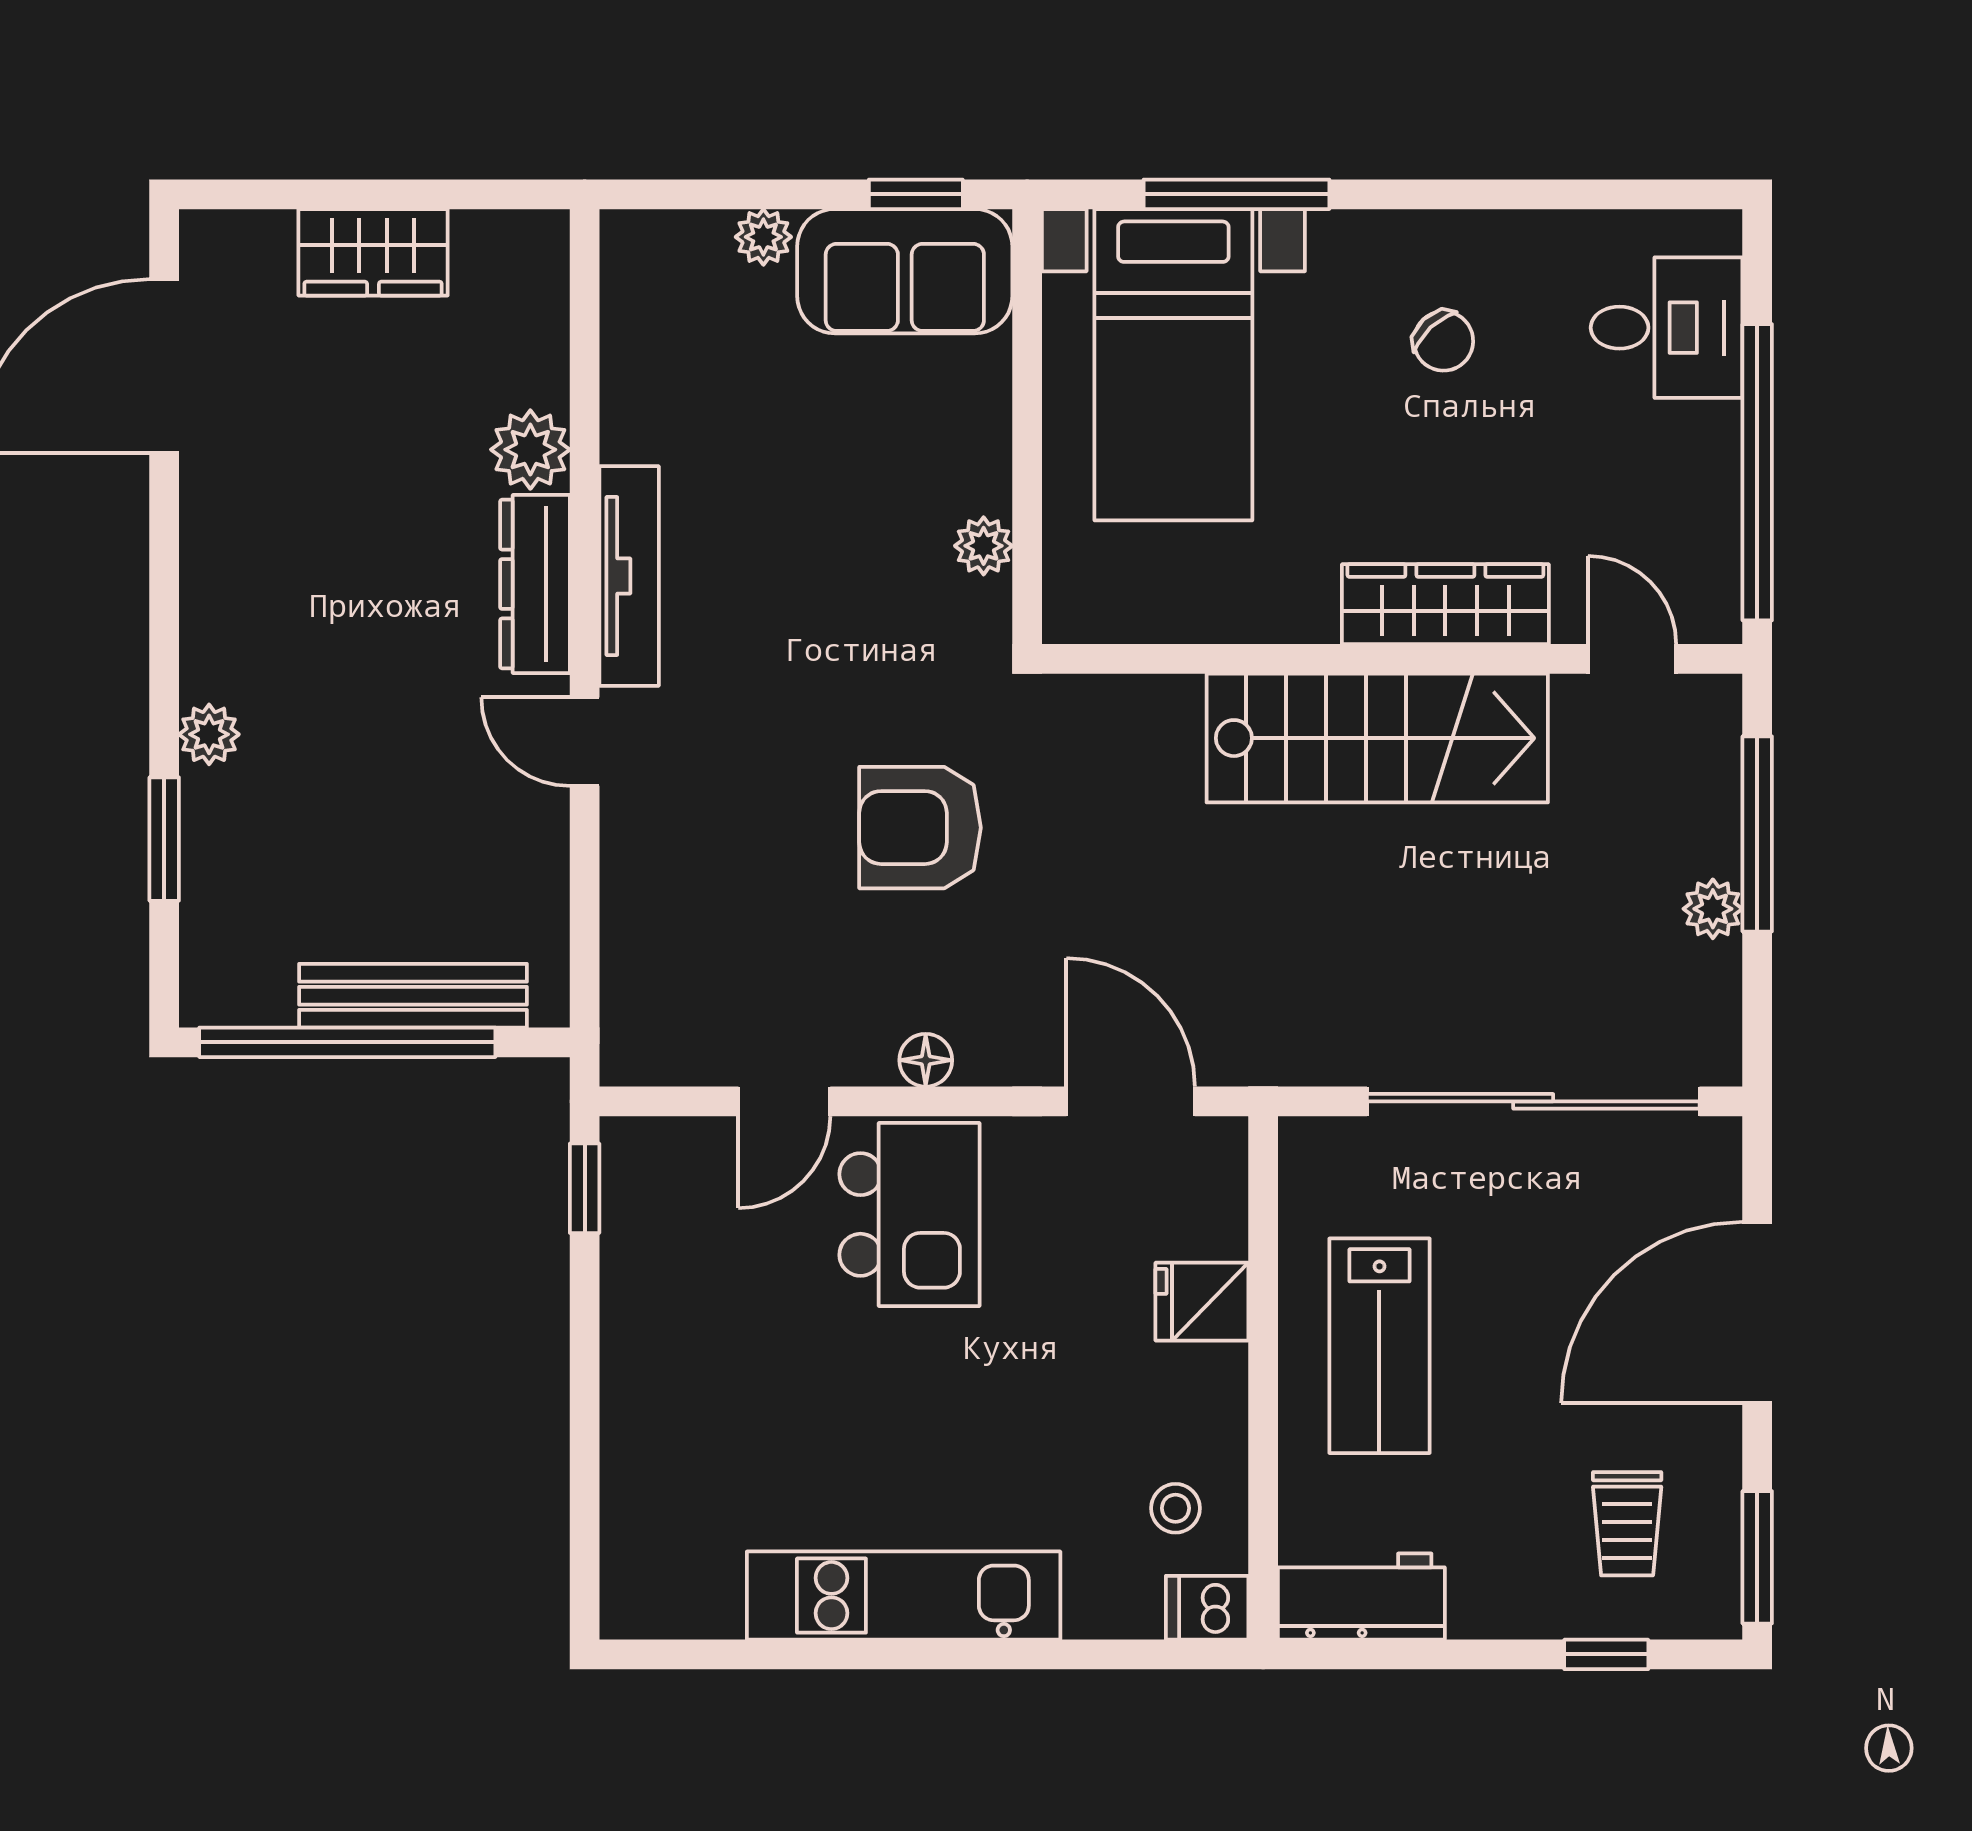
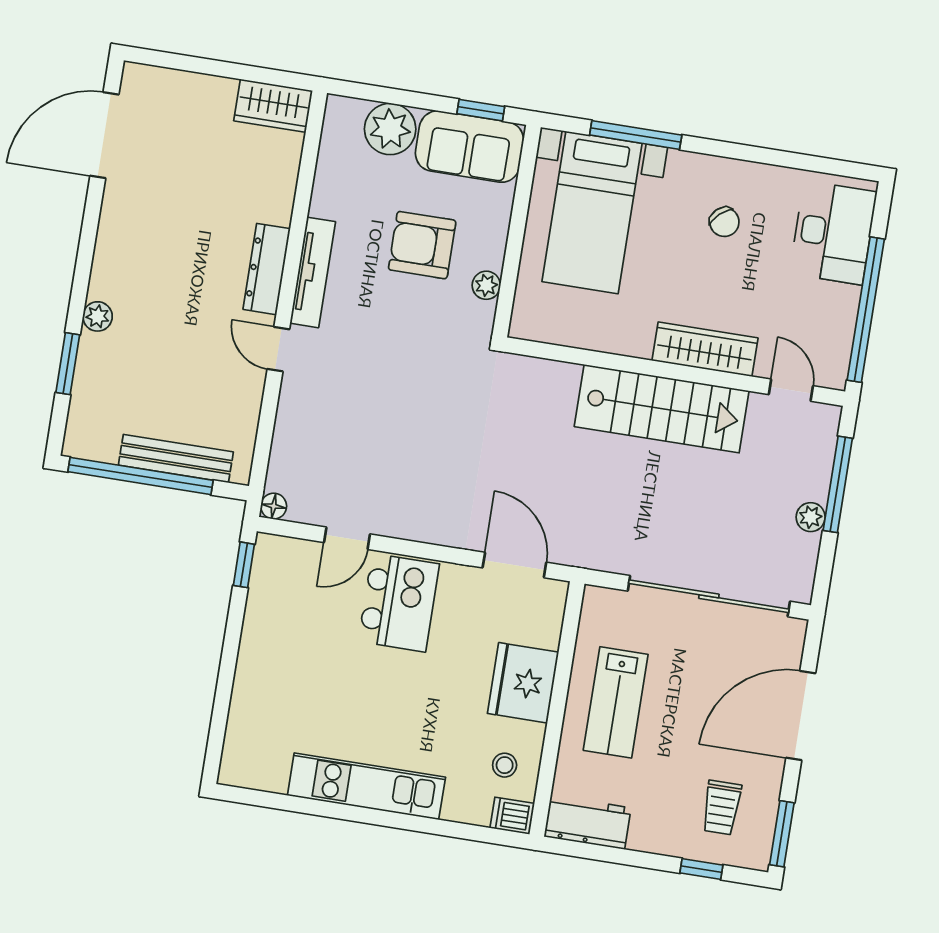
plant: (763, 237) -> (390, 129), width x1.88, depth x1.88
wardrobe: (373, 252) -> (273, 106), moved
desk: (1667, 328) -> (833, 233), width x1.37
plant: (530, 450) -> (275, 204), removed
armchair: (920, 828) -> (422, 245), moved
floor lamp: (926, 1060) -> (274, 506), moved
fridge: (1202, 1302) -> (523, 683), width x1.88, depth x1.34

